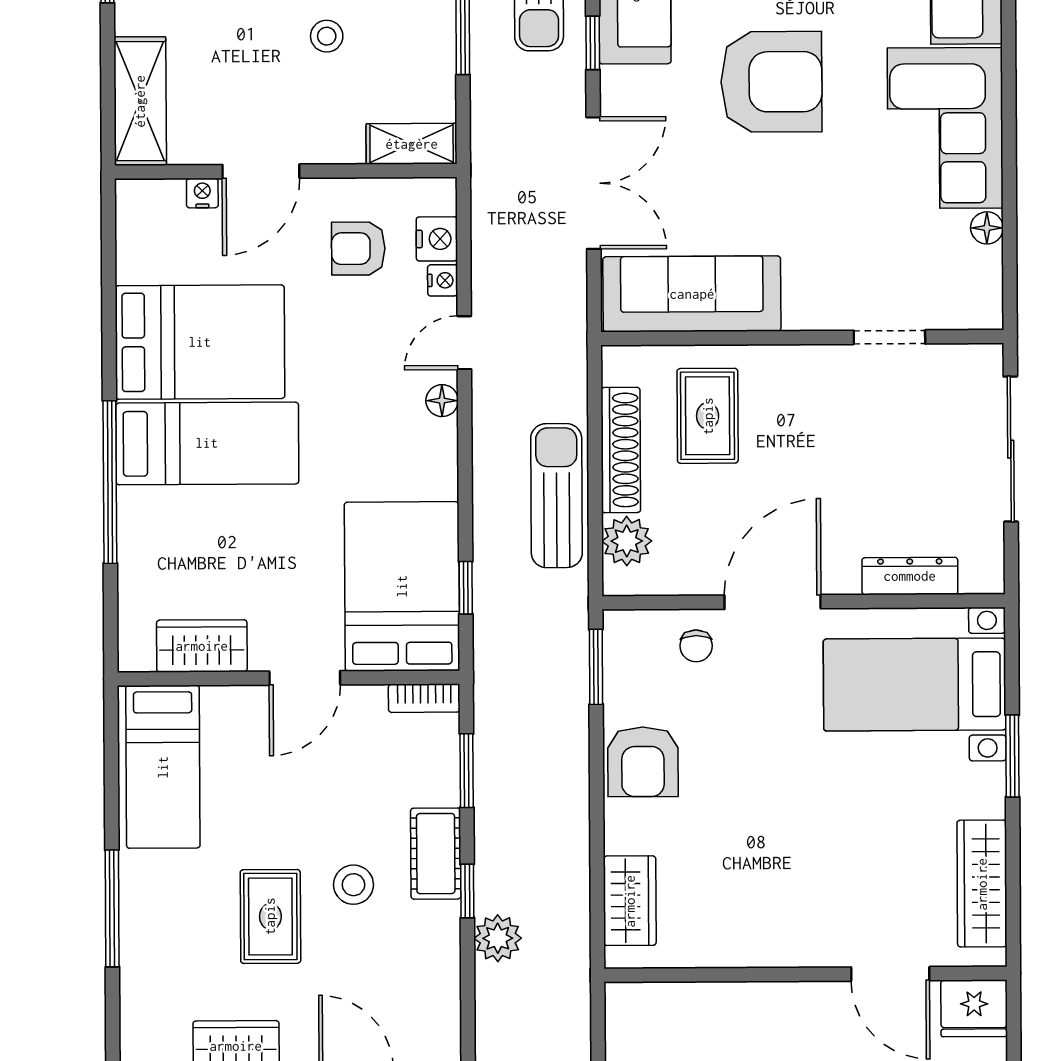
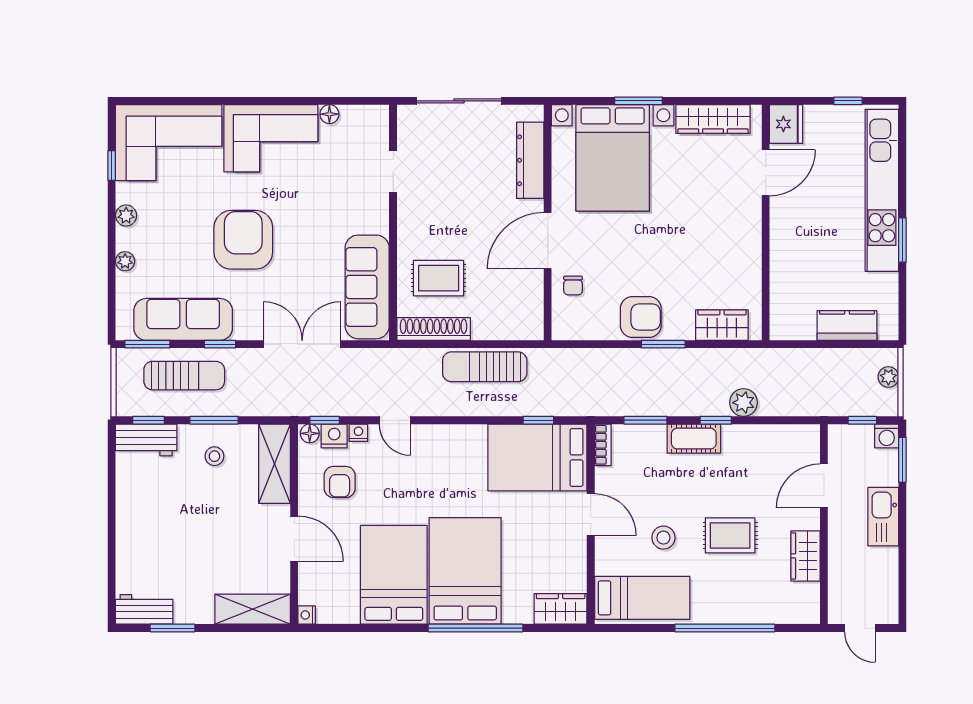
stool: (327, 36) -> (214, 456), moved
shelving: (412, 144) -> (274, 464), width x1.50, depth x1.33
nightstand: (202, 193) -> (307, 615), moved
window: (464, 222) -> (325, 420), added
floor lamp: (442, 401) -> (310, 433), moved
bed: (207, 443) -> (465, 571), width x1.50
shoe rack: (621, 450) -> (434, 329), moved
plant: (627, 541) -> (512, 326), removed
dresser: (910, 576) -> (530, 160), width x1.37, depth x1.24
door: (773, 602) -> (548, 241), hinge flipped
wardrobe: (202, 646) -> (561, 609), moved, turned 90
chair: (696, 646) -> (573, 286), turned 90
window: (596, 667) -> (663, 344), moved
bed with nightstands: (915, 685) -> (613, 158), width x1.36
stool: (353, 885) -> (663, 538), moved
window: (112, 908) -> (725, 628), width x1.46

